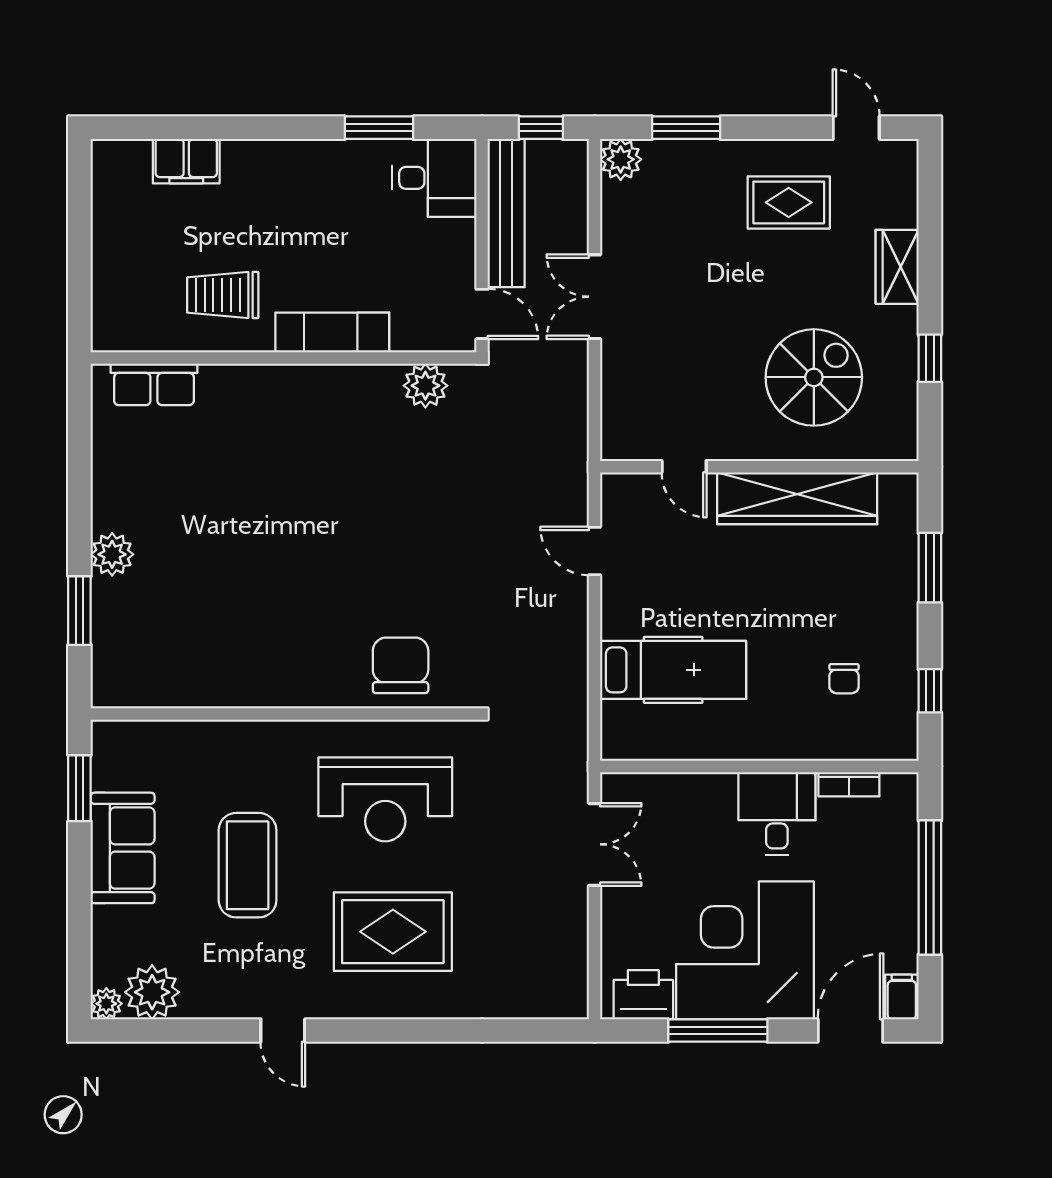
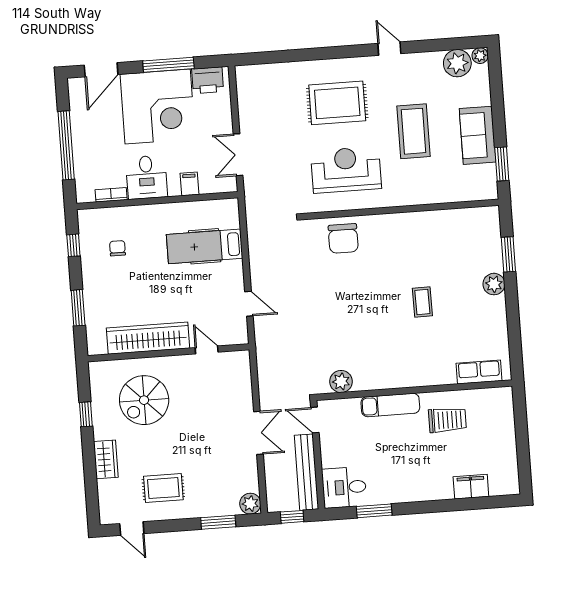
coffee table: (255, 529) -> (422, 302), added
filing cabinet: (902, 997) -> (189, 184), moved, turned 180

